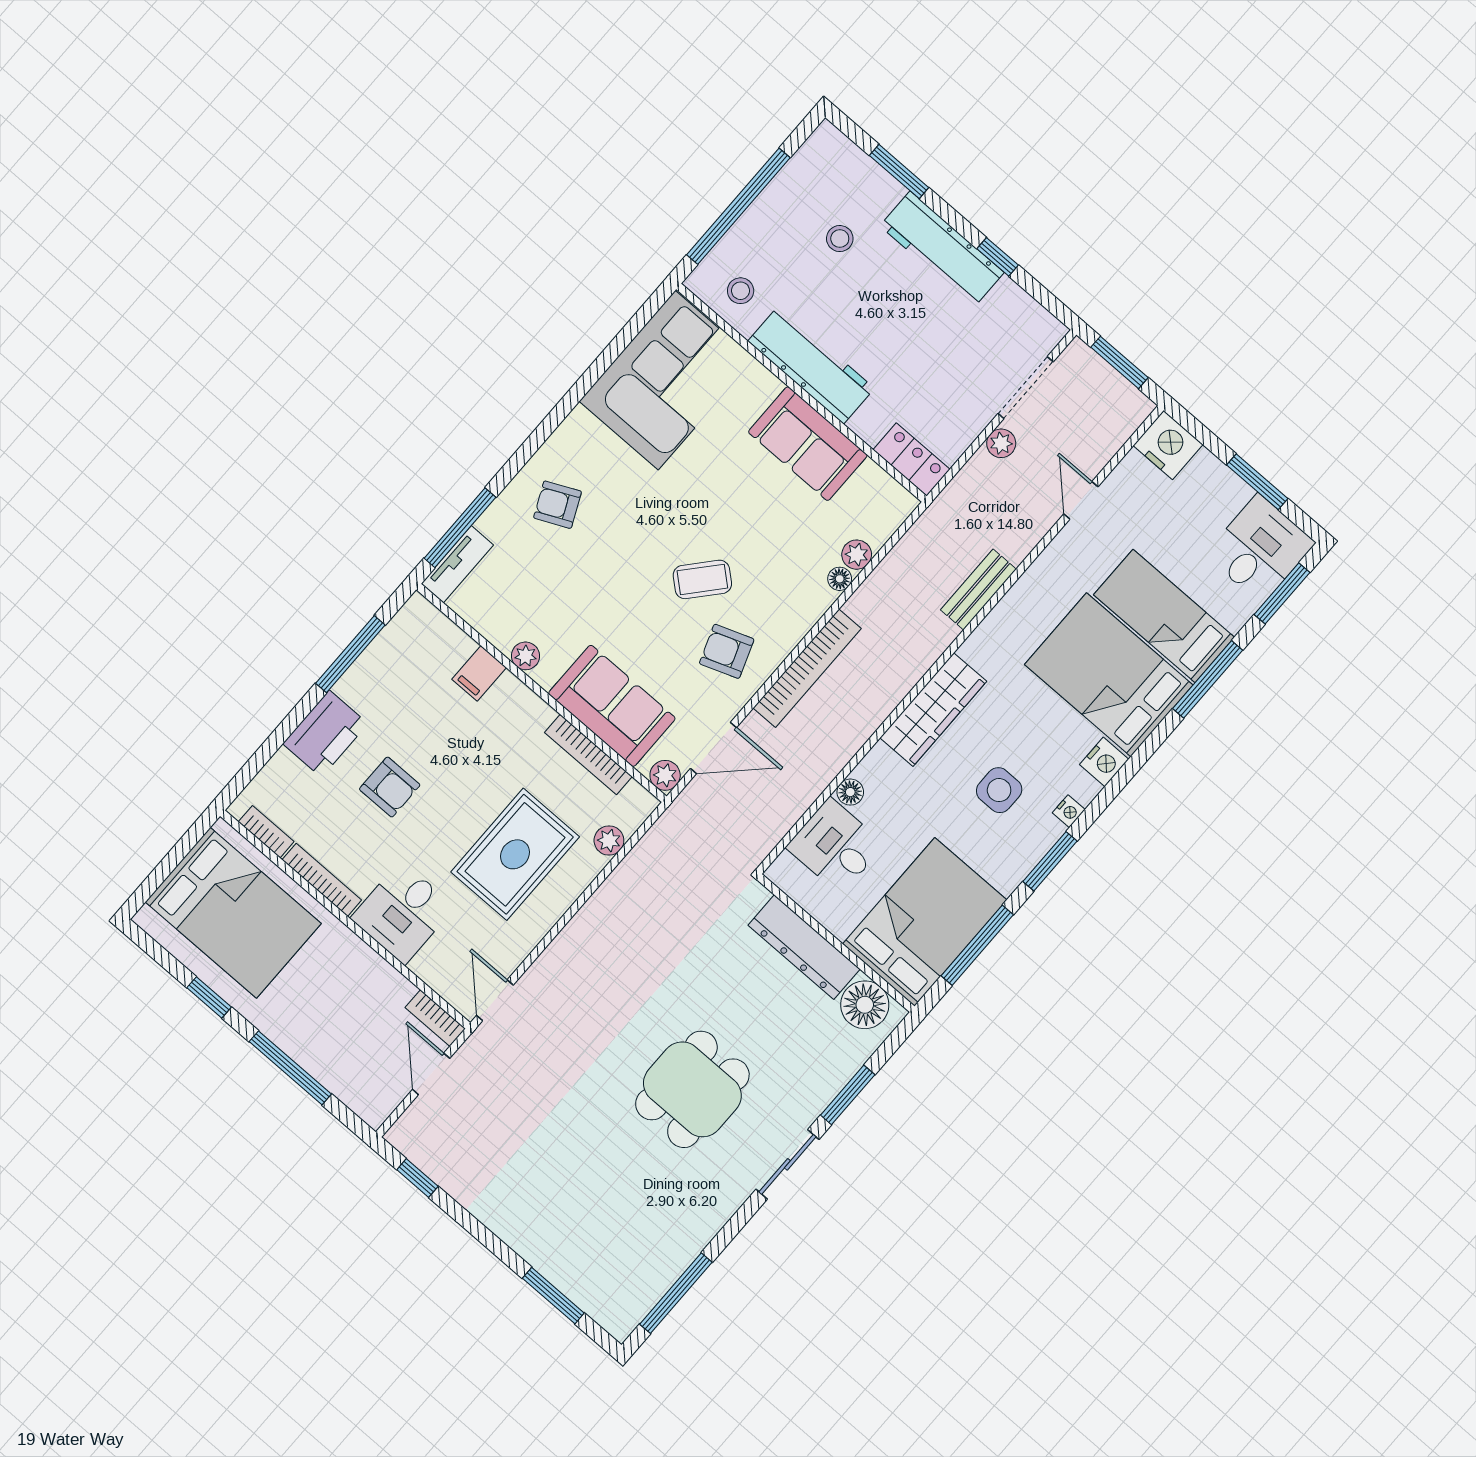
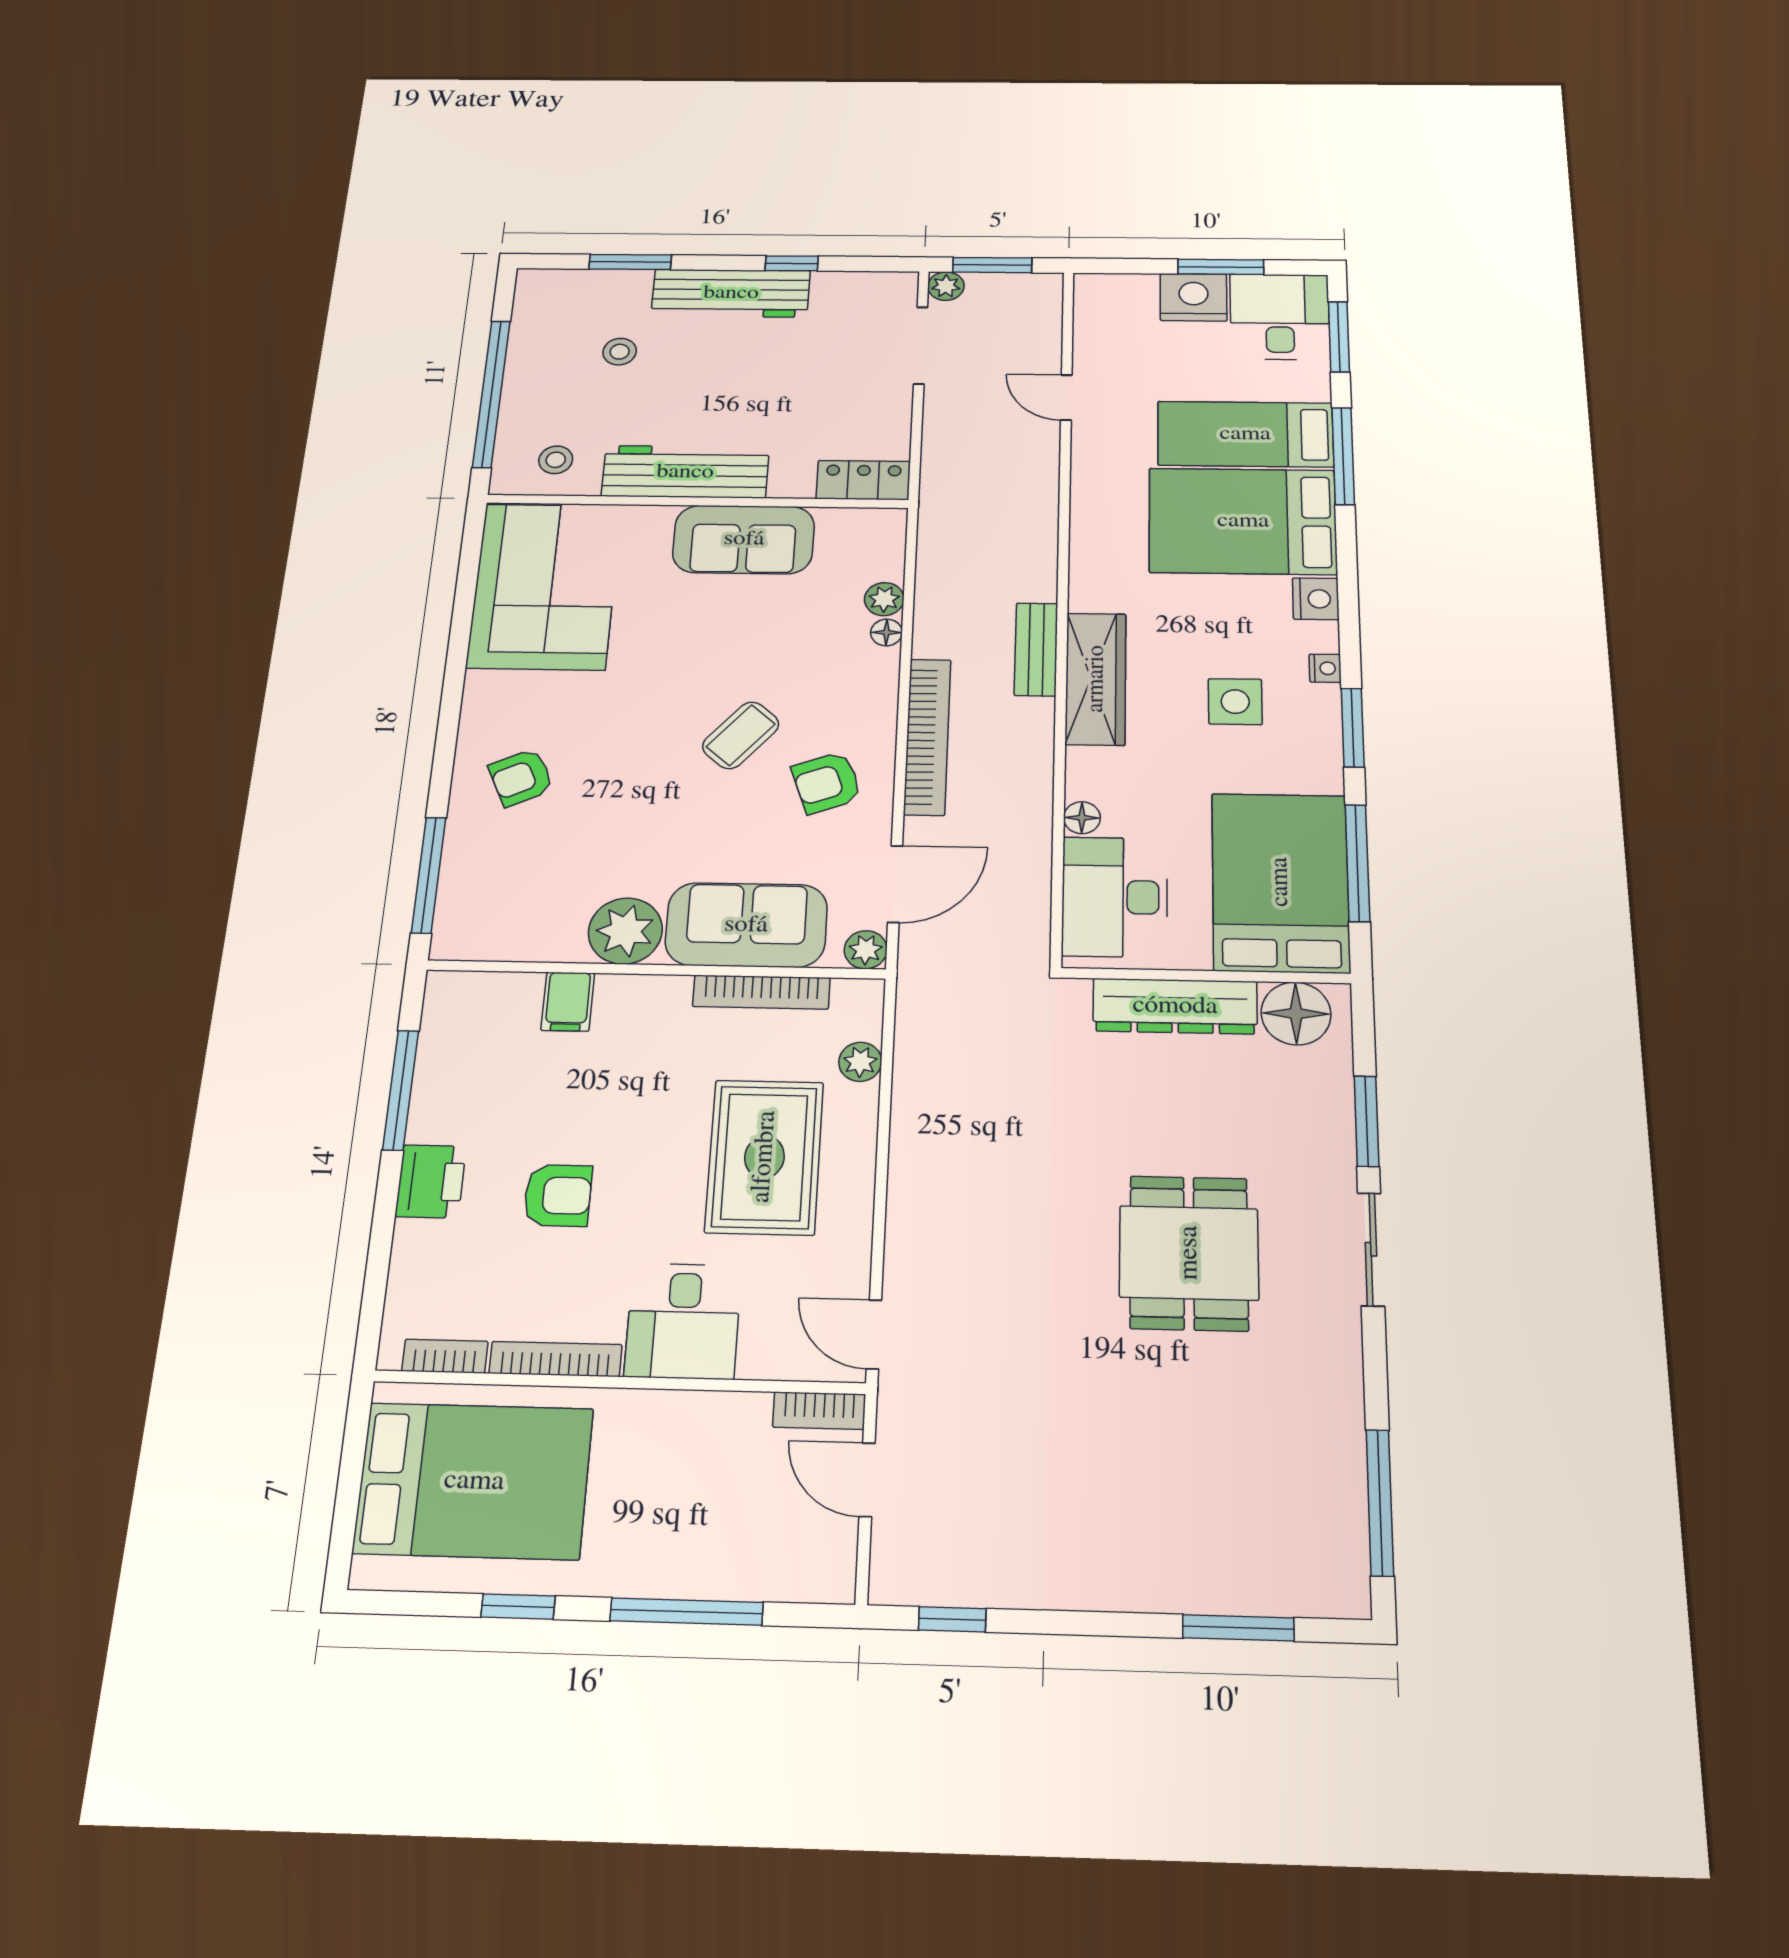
plant: (1001, 443) -> (946, 286), moved
nightstand: (1168, 445) -> (1194, 297), moved
tv unit: (457, 564) -> (454, 912), removed
bench: (978, 590) -> (1036, 649), moved
plant: (525, 656) -> (625, 931), width x1.88, depth x1.88
printer: (325, 734) -> (431, 1181), width x0.73, depth x0.84
desk: (835, 846) -> (1115, 897), width x1.37

